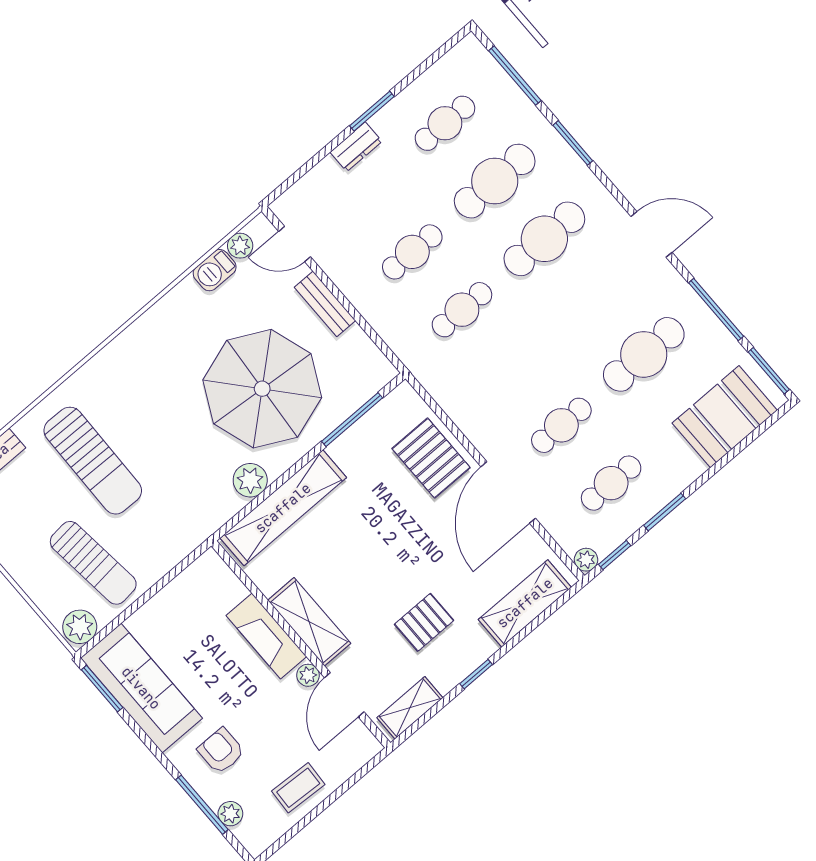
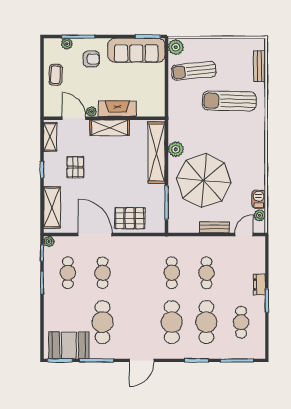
booth: (725, 417) -> (69, 345), moved, turned 90

